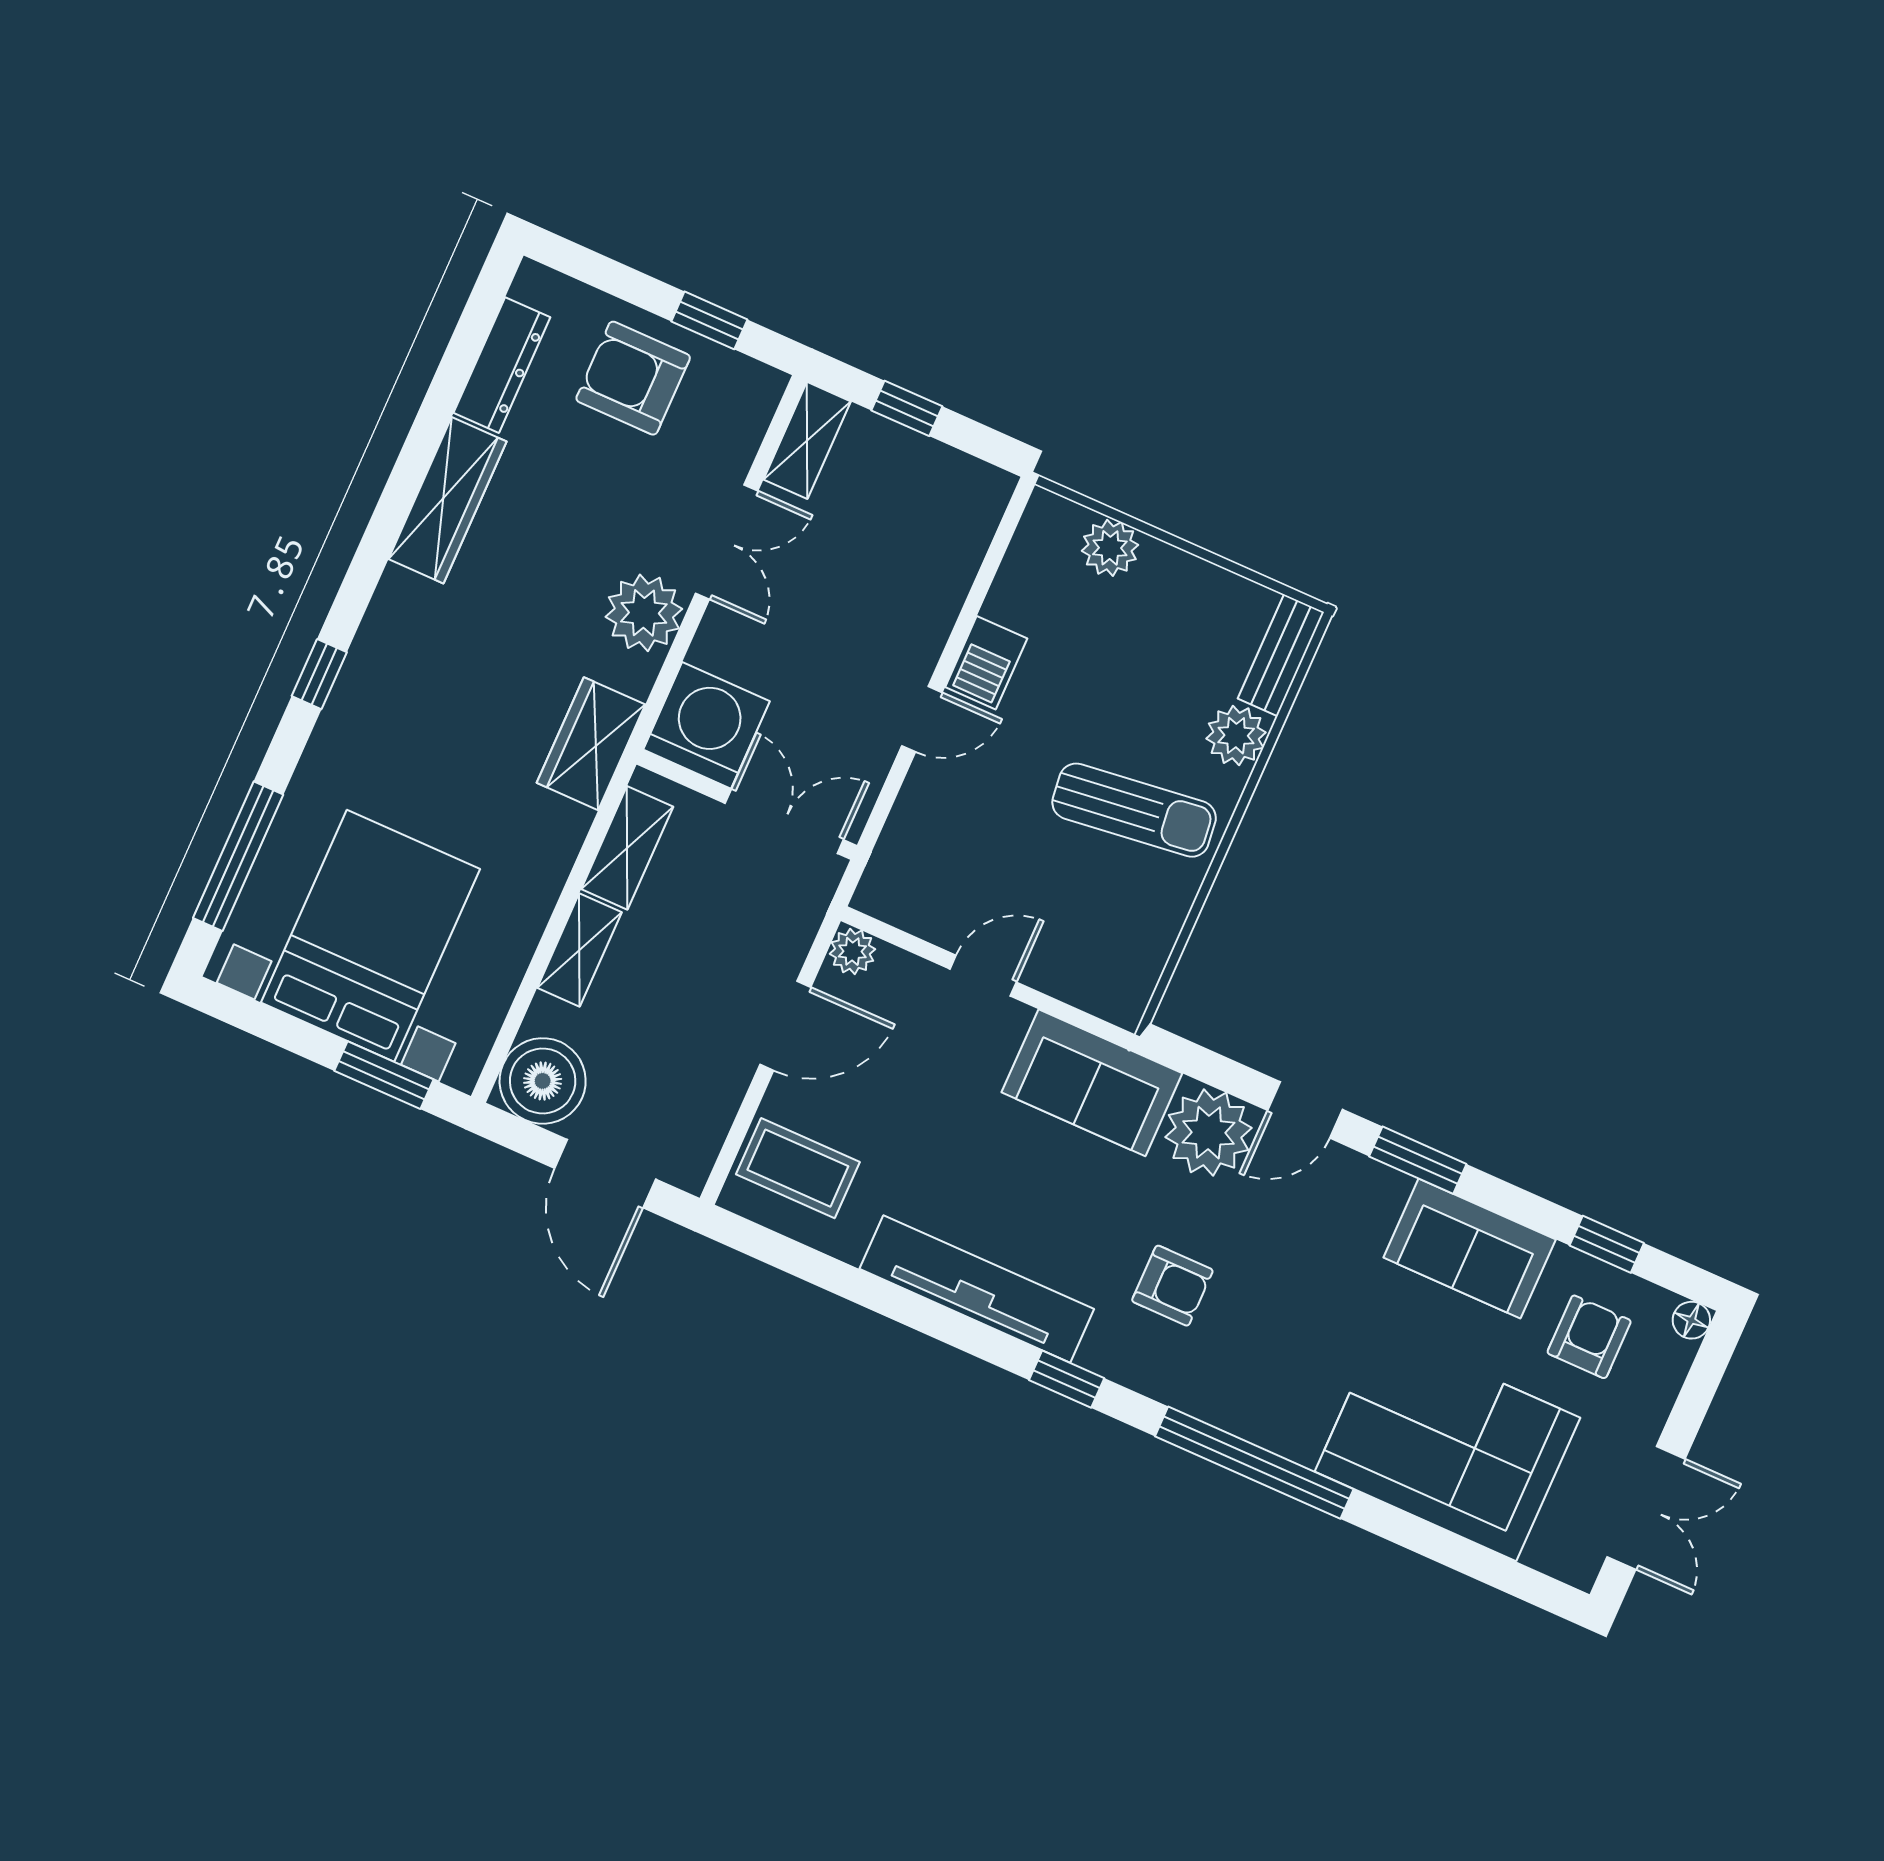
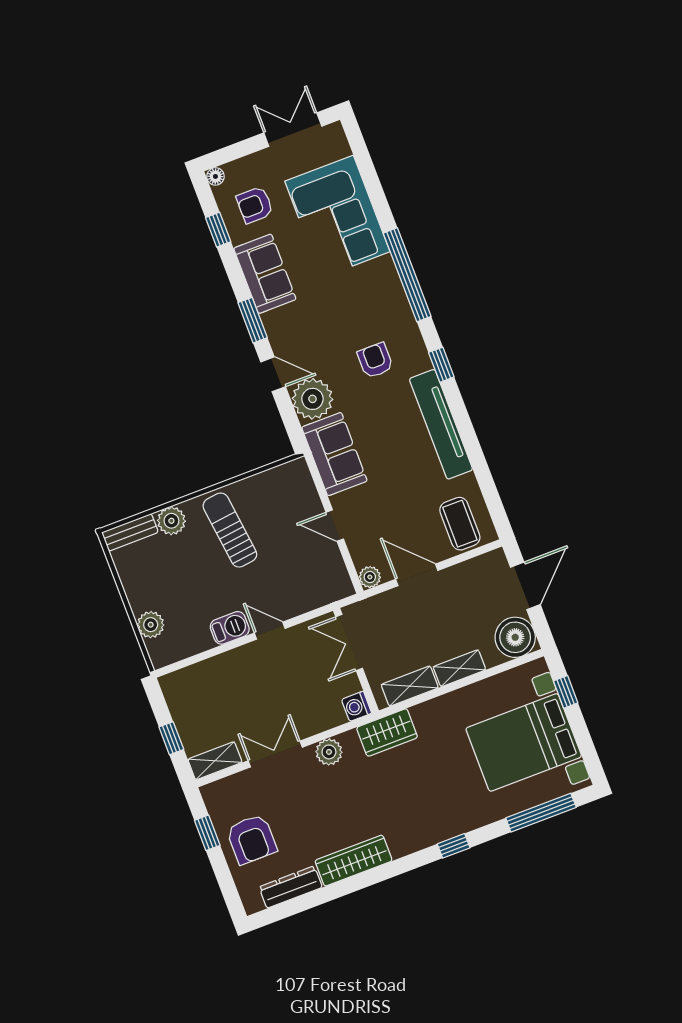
plant: (644, 613) -> (329, 752), width x0.73, depth x0.73
washing machine: (707, 725) -> (357, 706), width x0.53, depth x0.53
window: (384, 1075) -> (566, 692), width x0.67

